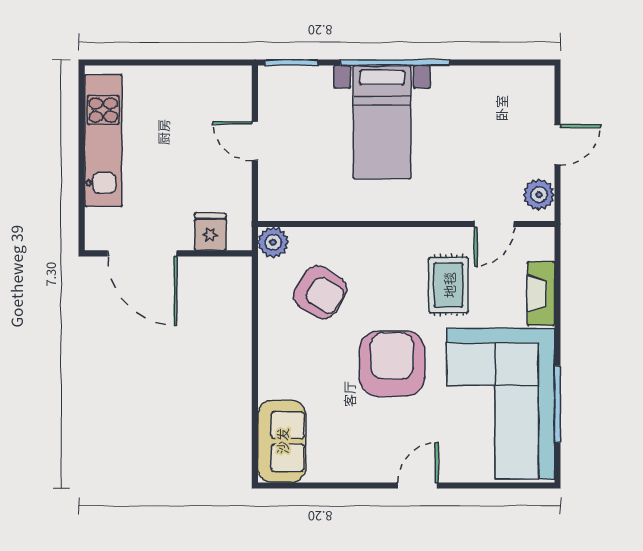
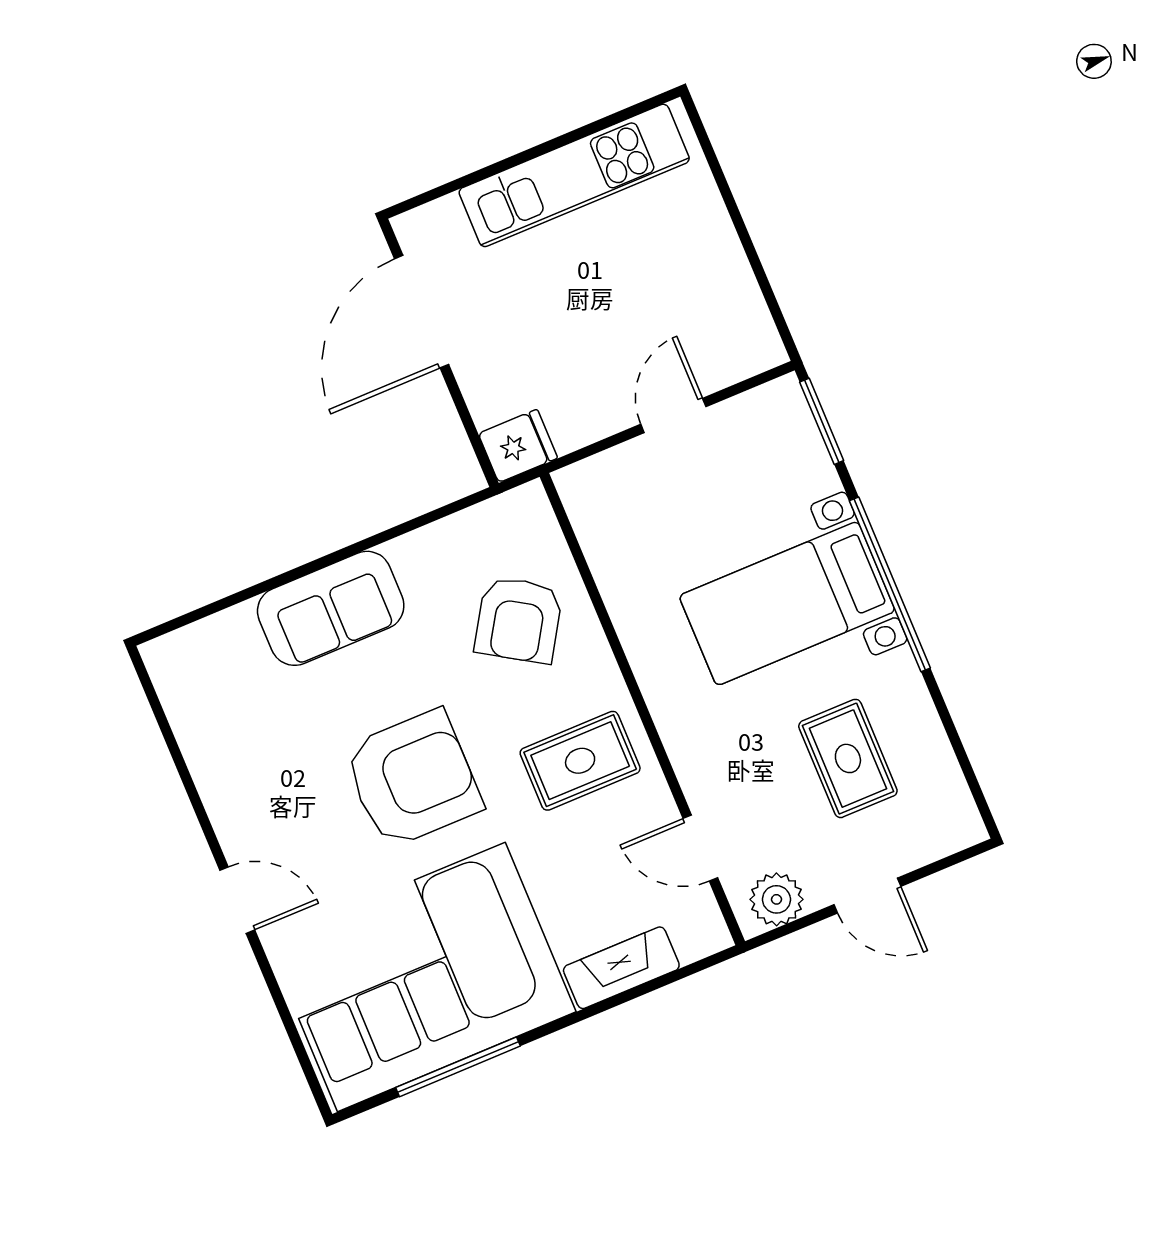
rug: (479, 124) -> (848, 758), added
fridge: (210, 232) -> (518, 446), moved
plant: (273, 242) -> (526, 511), removed
rug: (449, 285) -> (580, 761), moved
armchair: (320, 292) -> (519, 620), moved
sofa: (282, 441) -> (331, 608), moved

